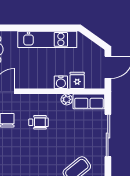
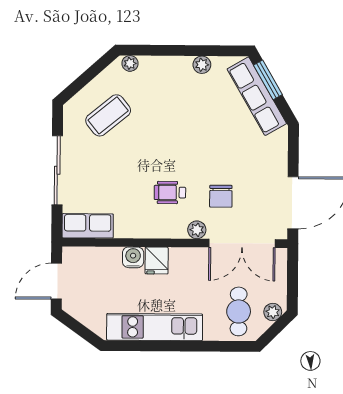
fridge: (77, 80) -> (157, 261), moved
plant: (67, 99) -> (197, 230), moved

